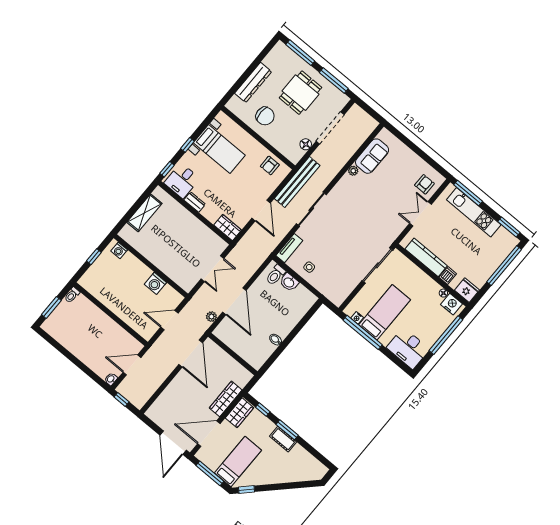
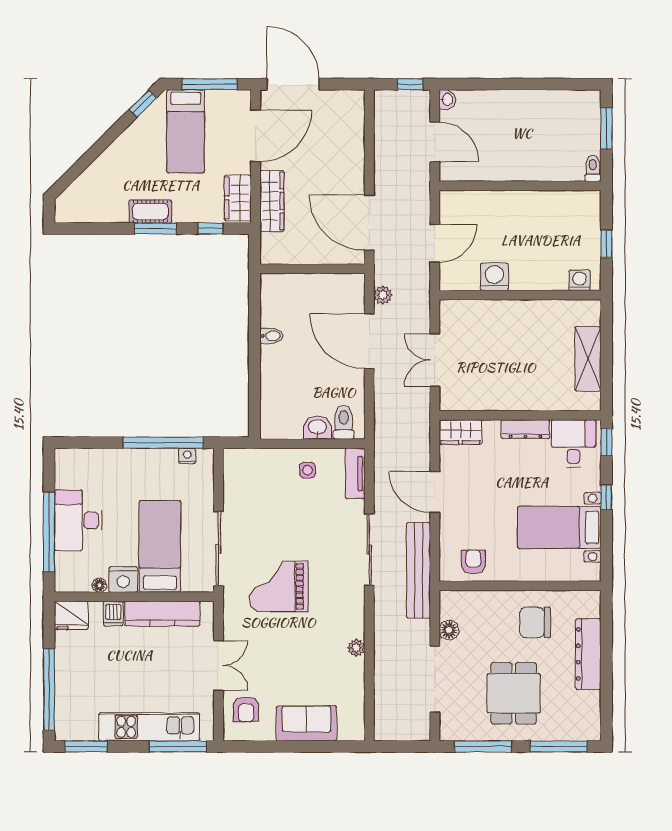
sofa: (372, 156) -> (306, 723), moved, turned 90
dresser: (195, 202) -> (525, 429), width x1.44
grand piano: (365, 226) -> (279, 586), added
nightstand: (452, 304) -> (123, 580), moved
bed: (385, 312) -> (160, 546), moved, turned 180
desk: (408, 348) -> (78, 520), moved, turned -90
door: (132, 365) -> (435, 142), hinge flipped

